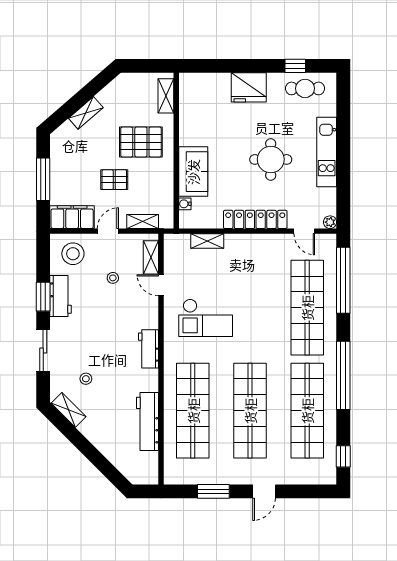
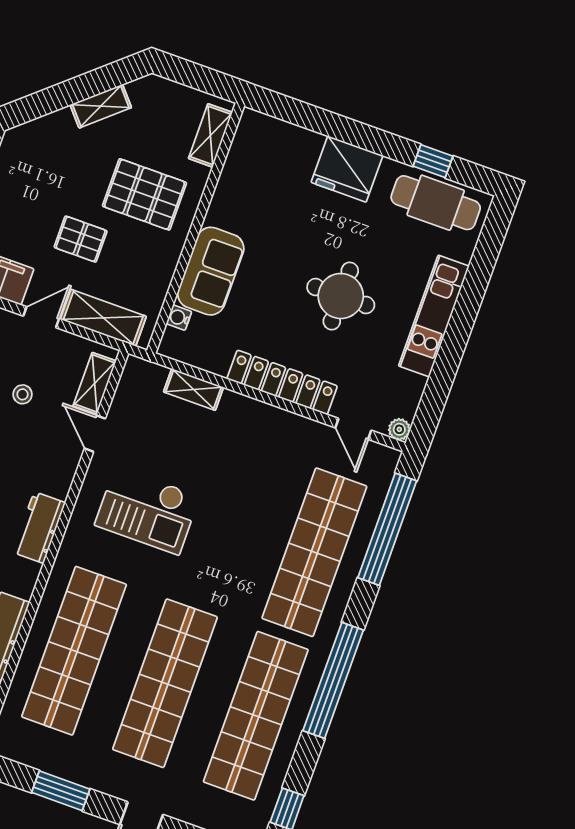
cafe table: (305, 88) -> (436, 203), width x1.37, depth x1.35
shelving: (86, 113) -> (101, 106), moved
shelving: (143, 221) -> (103, 318), width x1.50, depth x1.33

